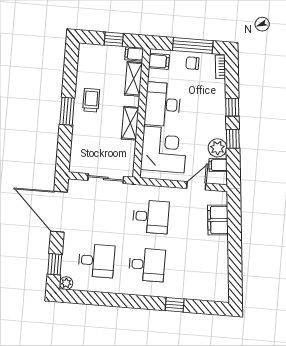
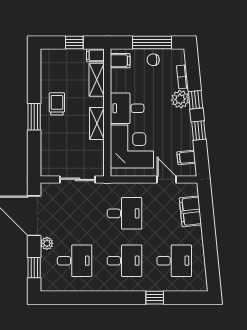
bookcase: (220, 67) -> (182, 77), moved
desk: (163, 104) -> (127, 108), width x0.73
plant: (217, 148) -> (180, 99), moved
door: (196, 186) -> (167, 179), hinge flipped
desk: (197, 269) -> (174, 261), added
plant: (66, 283) -> (47, 243), moved

